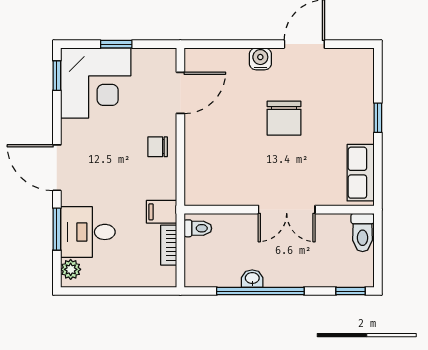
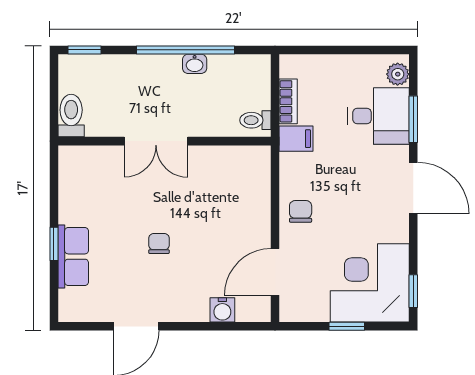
water cooler: (260, 59) -> (222, 310), moved
chair: (284, 118) -> (159, 243), width x0.54, depth x0.54
chair: (158, 147) -> (301, 211), turned -90
row of seats: (361, 173) -> (73, 257), moved
double door: (287, 210) -> (156, 141), swing flipped

